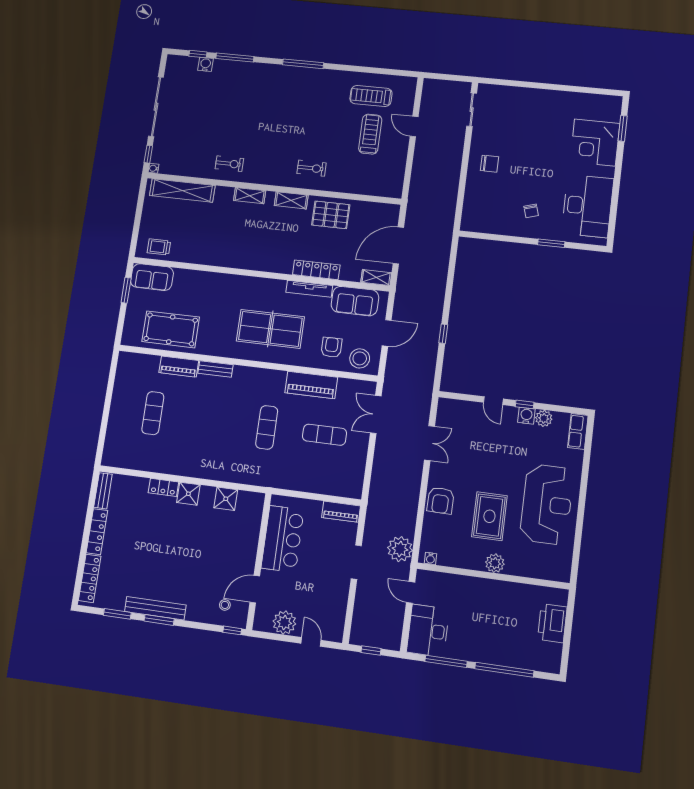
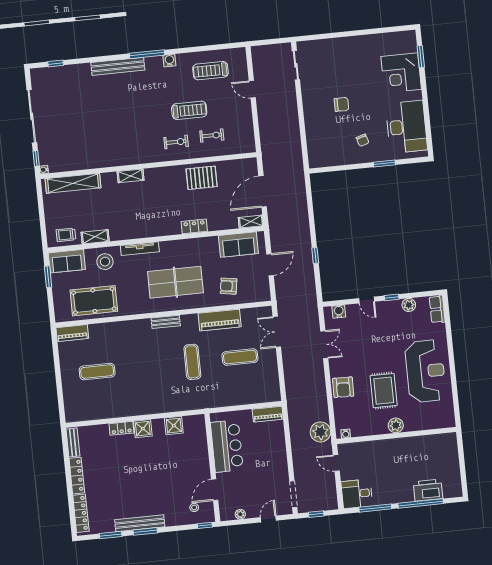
window: (235, 57) -> (88, 60), removed
water cooler: (205, 64) -> (169, 60), moved
bench: (267, 71) -> (118, 66), added
treadmill: (370, 134) -> (189, 110), moved, turned 90
exercise bike: (229, 164) -> (212, 135), moved
chair: (490, 164) -> (341, 104), moved
shelving: (291, 200) -> (95, 237), moved
locker: (316, 270) -> (194, 226), width x0.66
tv unit: (309, 289) -> (140, 249), moved
armchair: (331, 347) -> (229, 286), turned -81
stool: (360, 358) -> (105, 262), moved
piano: (179, 367) -> (72, 333), moved
bench: (215, 369) -> (166, 322), moved
exercise mat: (153, 413) -> (97, 372), turned 90
water cooler: (526, 416) -> (339, 312), moved
doorway: (356, 562) -> (293, 494), moved
plant: (284, 622) -> (240, 514), width x0.53, depth x0.53
printer: (552, 623) -> (428, 490), moved, turned 90
desk: (428, 631) -> (357, 494), width x0.73
door: (311, 642) -> (268, 519), hinge flipped

